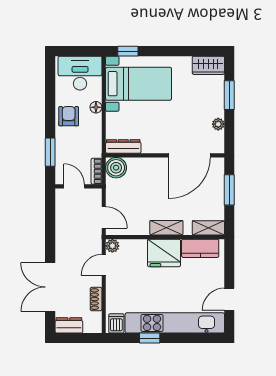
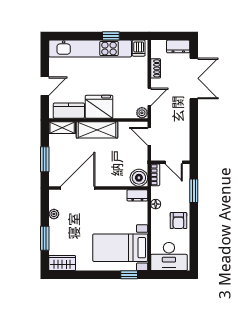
floor lamp: (96, 107) -> (156, 204), moved
dresser: (123, 147) -> (137, 195), width x0.70
shelving: (166, 228) -> (97, 130), width x1.50, depth x1.33
door: (229, 299) -> (45, 86), moved

